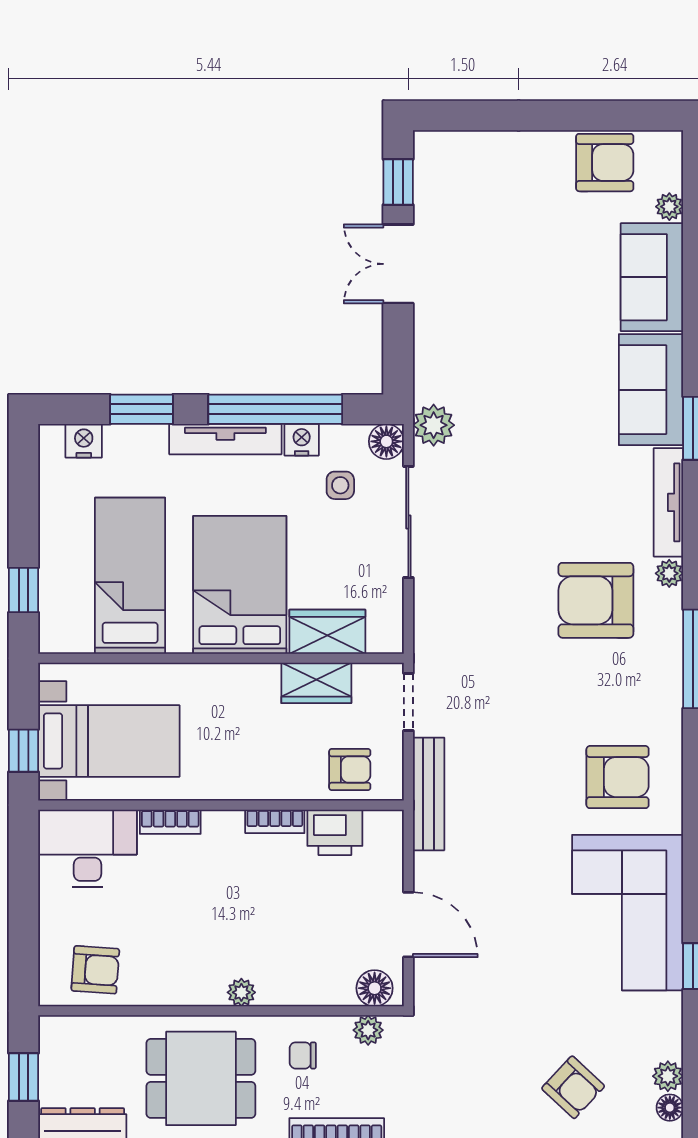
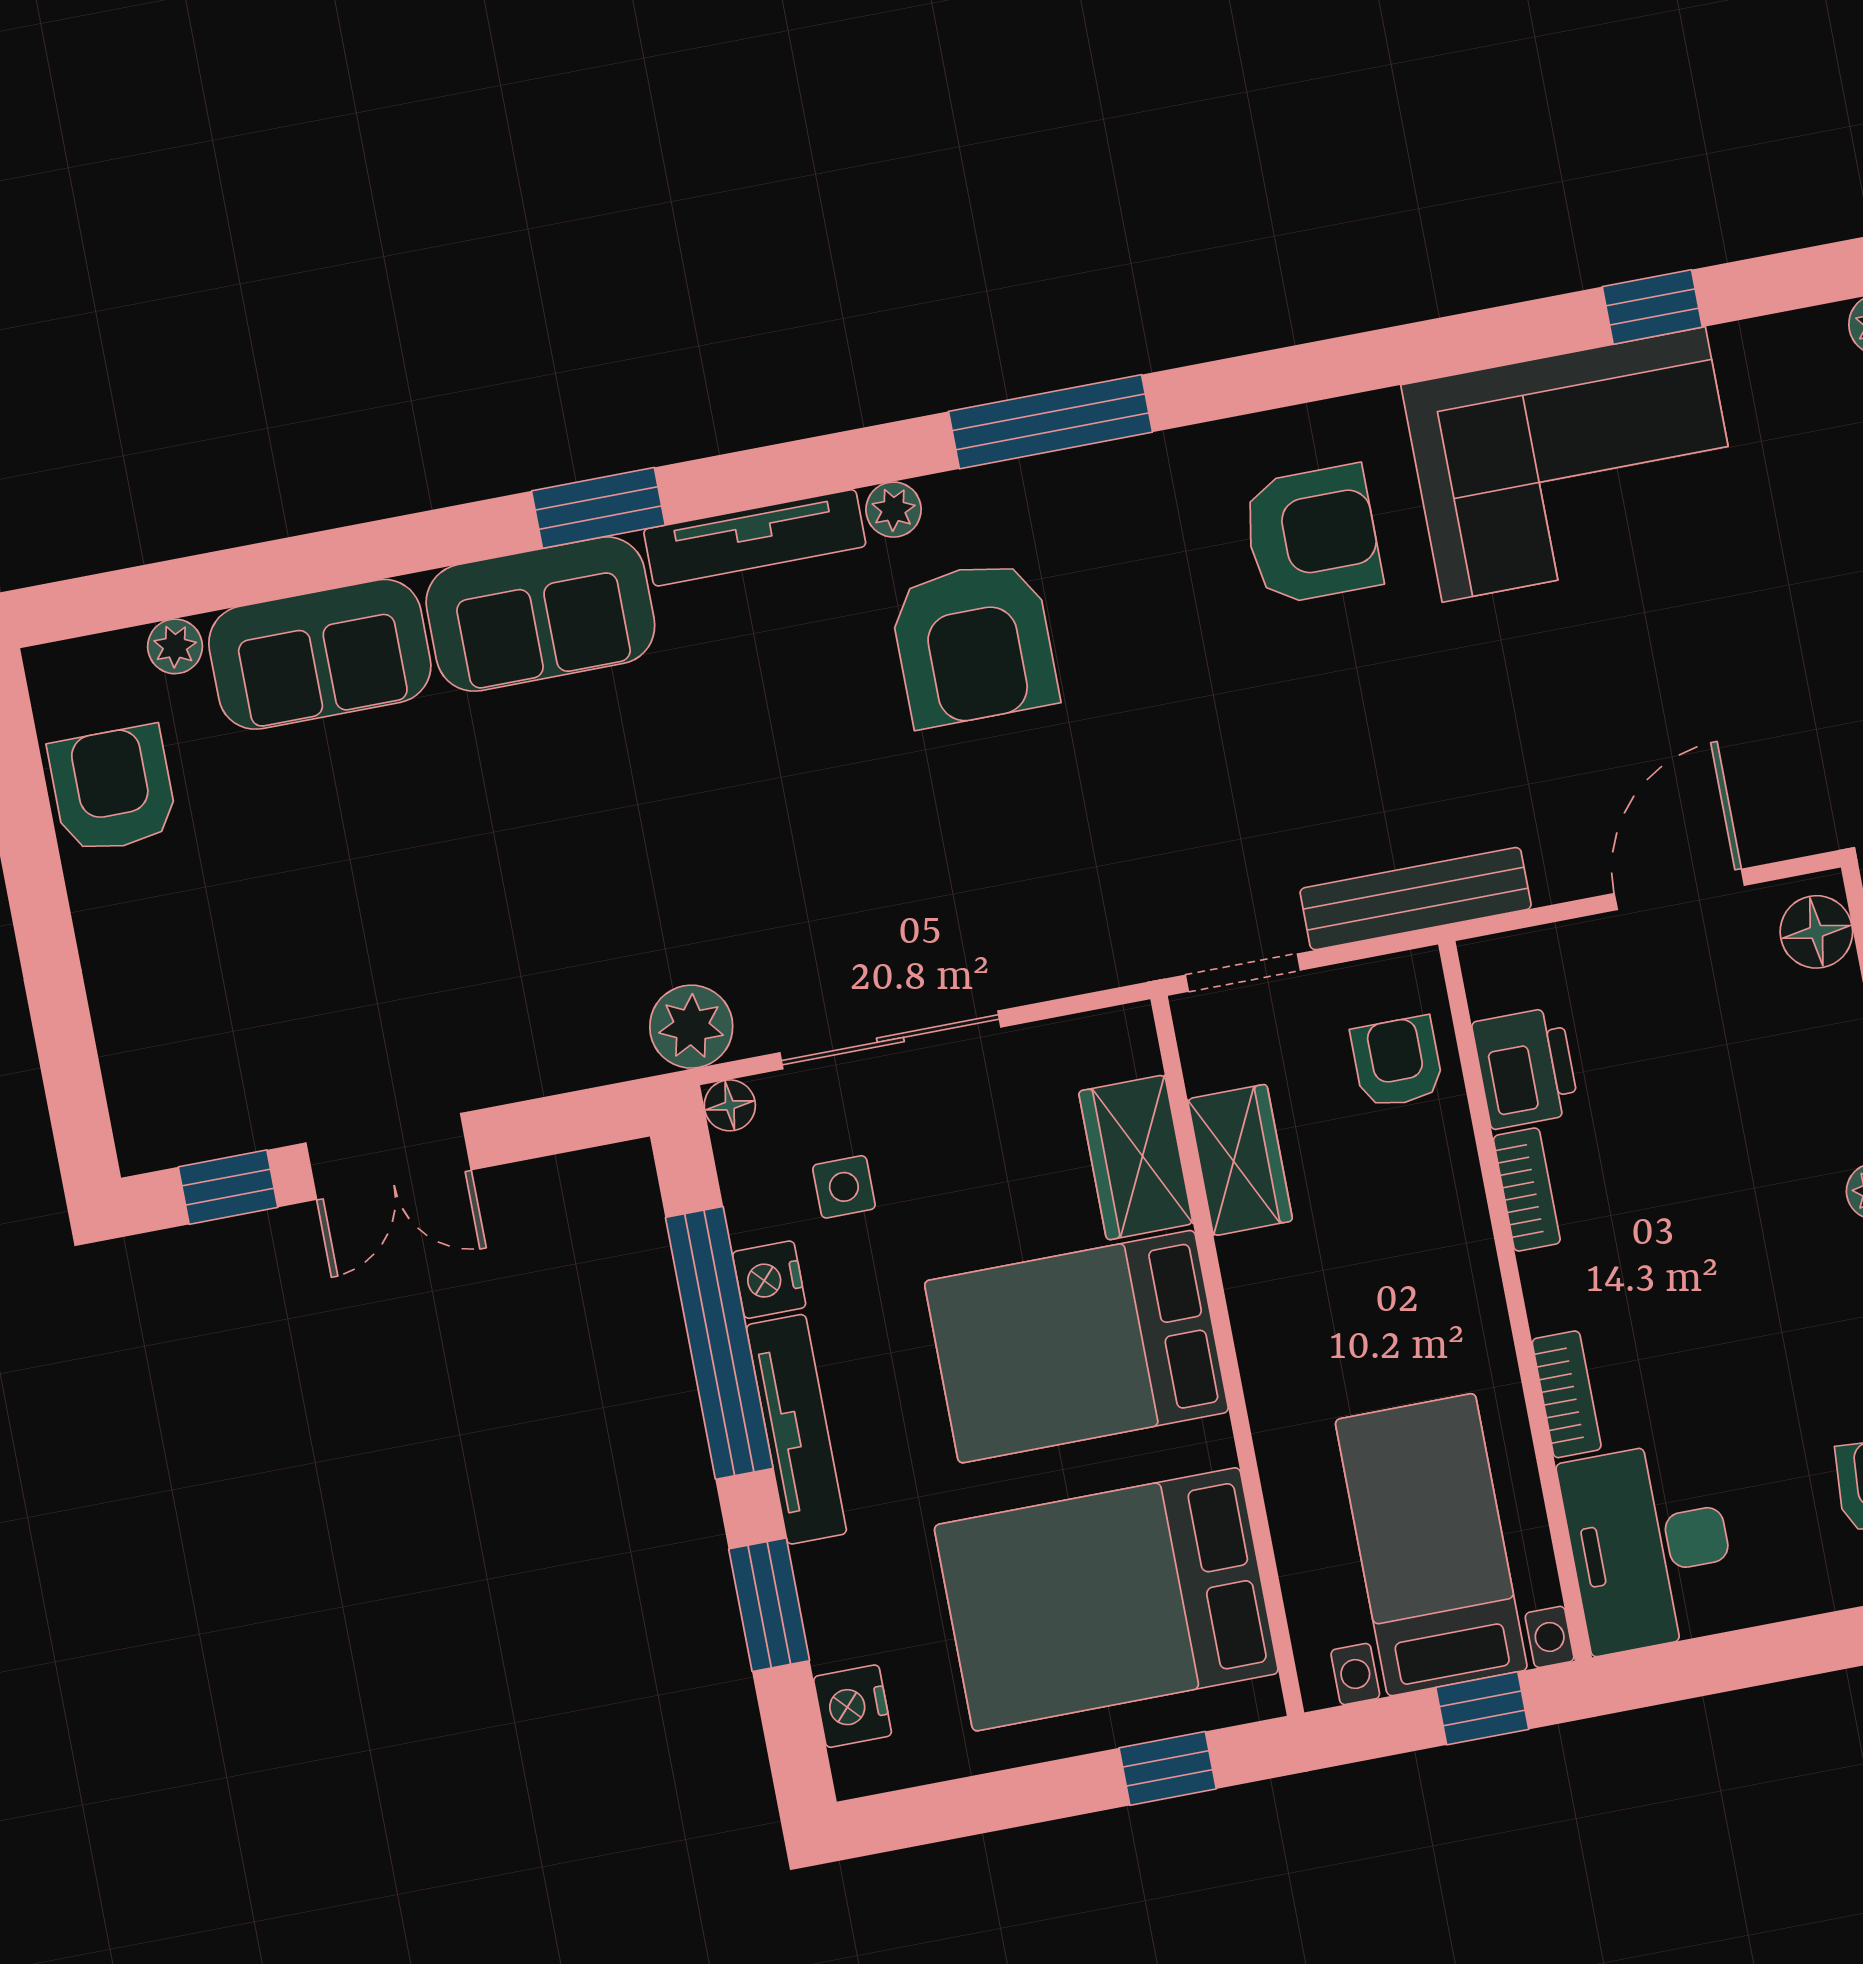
floor lamp: (386, 441) -> (730, 1105), width x0.73, depth x0.73
bed: (130, 576) -> (1106, 1599), width x1.50
armchair: (618, 777) -> (1312, 535), turned 90

